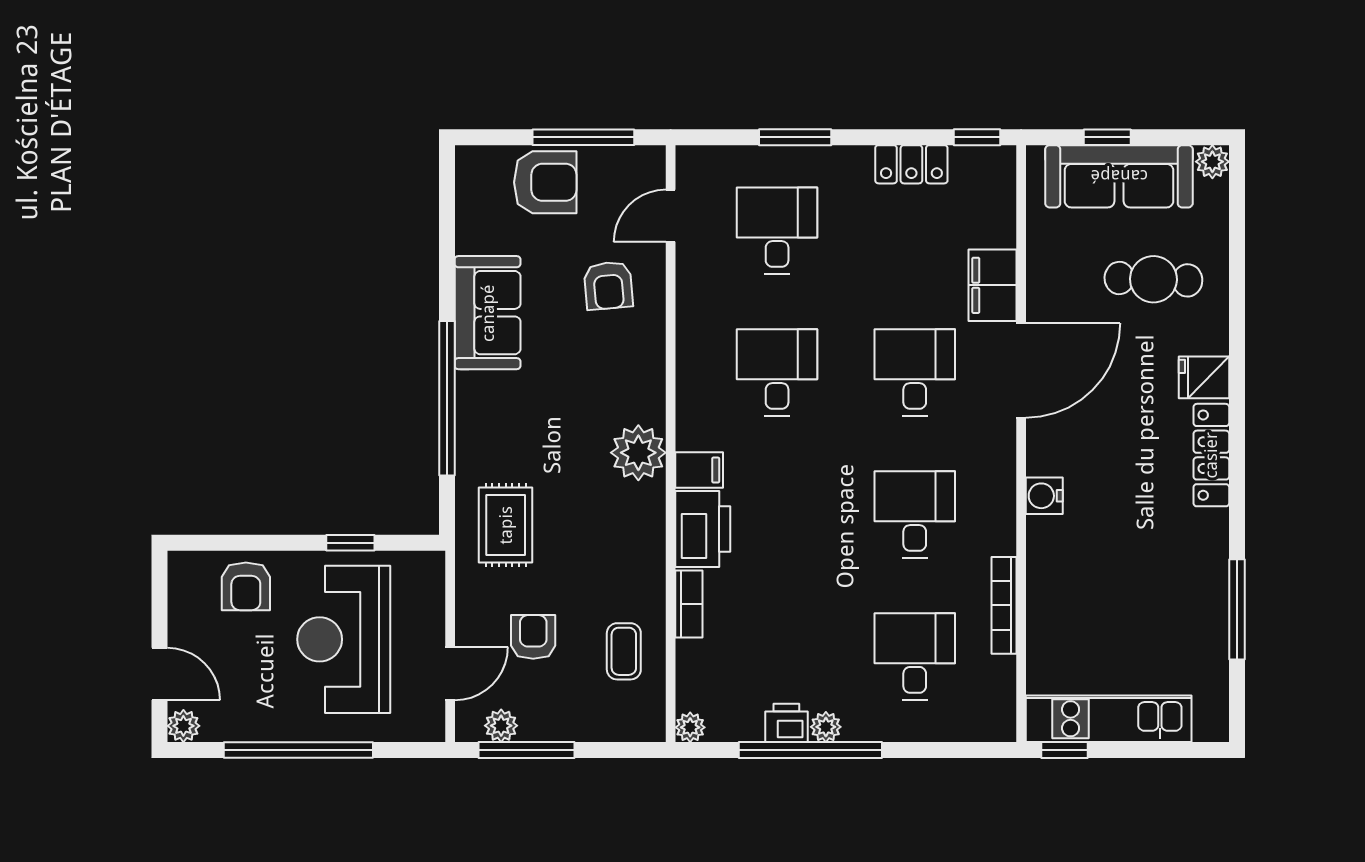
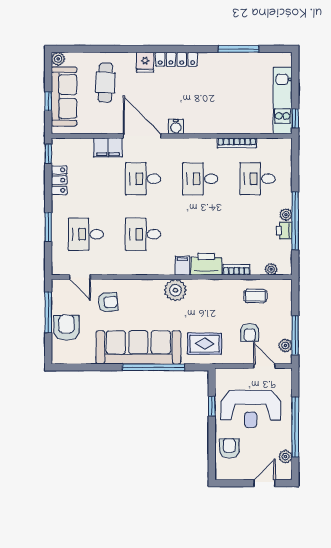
sofa: (488, 313) -> (138, 347), width x1.85, depth x1.27
water cooler: (1044, 496) -> (176, 127), moved
armchair: (246, 586) -> (229, 448), turned -90
armchair: (533, 637) -> (250, 333), turned -91
plant: (183, 726) -> (285, 457), moved
plant: (690, 727) -> (271, 269), moved

